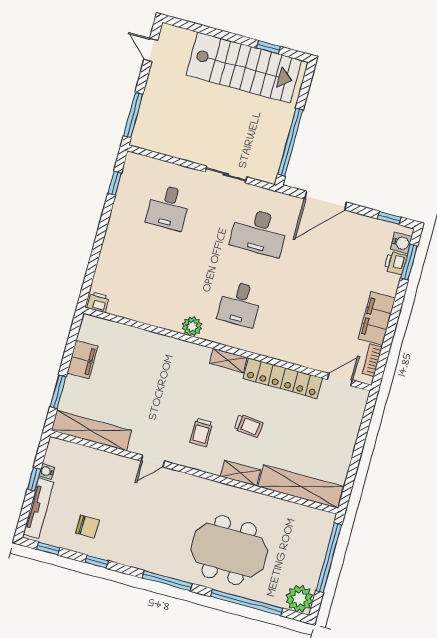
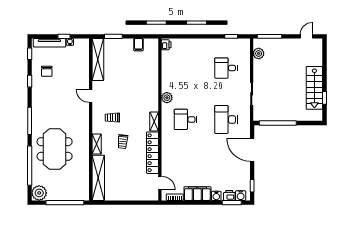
stairs: (244, 68) -> (314, 88), width x0.73, depth x0.66
plant: (158, 143) -> (259, 53), added
water cooler: (390, 286) -> (216, 196), added
filing cabinet: (82, 359) -> (138, 45), width x0.50

